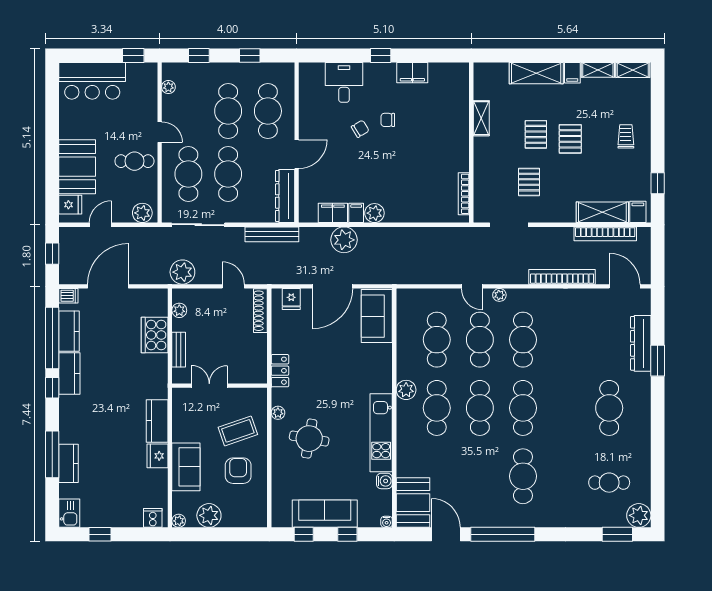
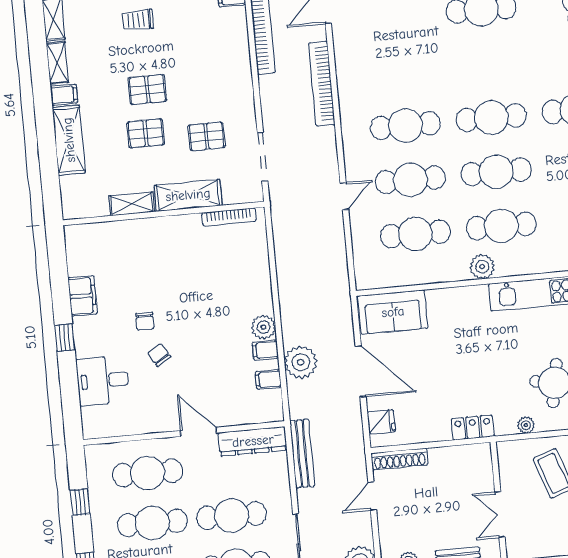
shelving: (602, 212) -> (188, 195), moved, turned 90
filing cabinet: (333, 213) -> (268, 379), width x0.50
plant: (499, 295) -> (352, 160), removed

